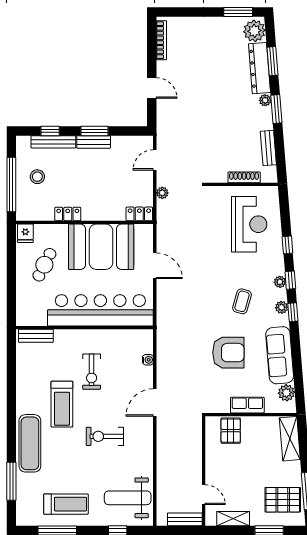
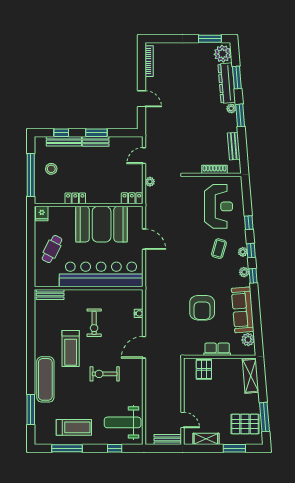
cafe table: (44, 265) -> (52, 249), moved
coffee table: (242, 301) -> (219, 249), moved
armchair: (228, 353) -> (202, 308), turned 90

